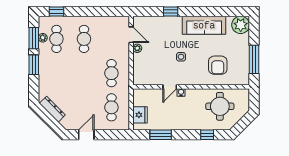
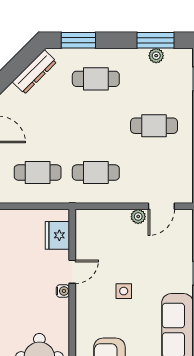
cafe table: (56, 39) -> (96, 79), moved
window: (34, 65) -> (78, 40), moved
door: (170, 87) -> (72, 272), swing flipped
fridge: (140, 115) -> (57, 235), moved, turned 90

